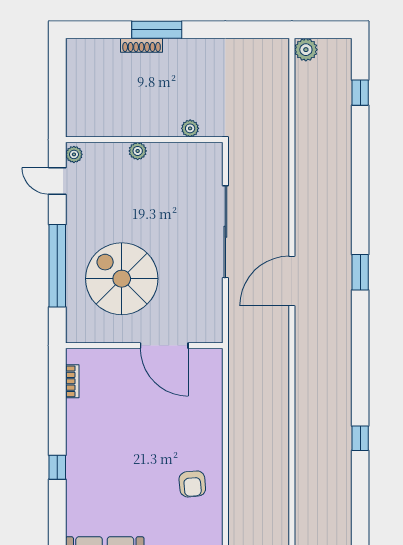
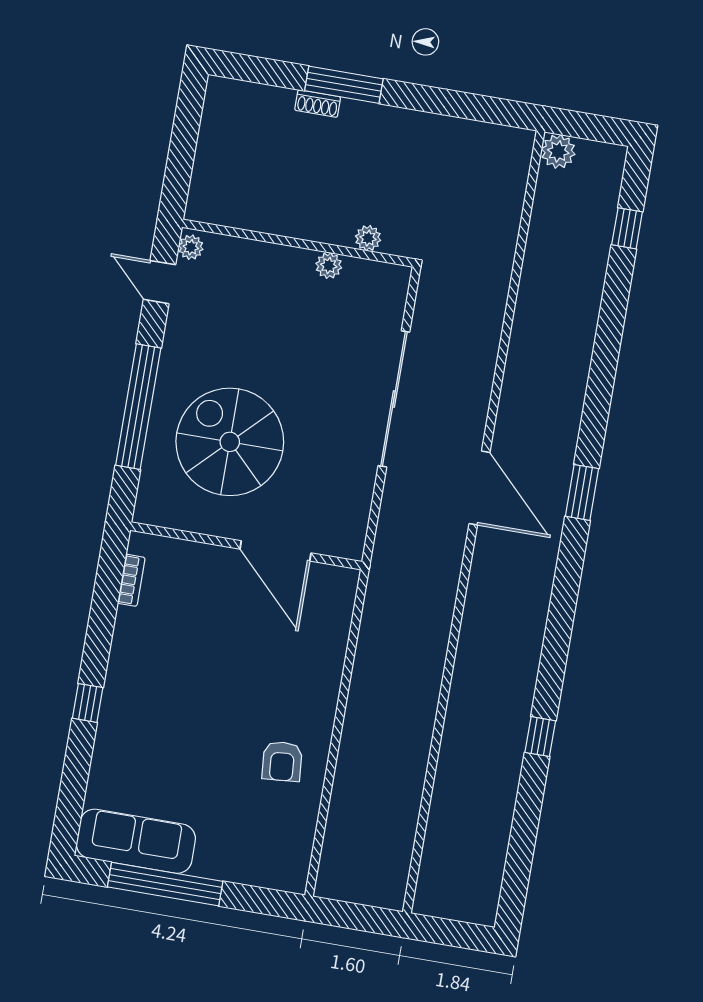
shoe rack: (142, 45) -> (318, 104), width x0.70
plant: (138, 151) -> (329, 266), moved
door: (292, 281) -> (479, 488), swing flipped

